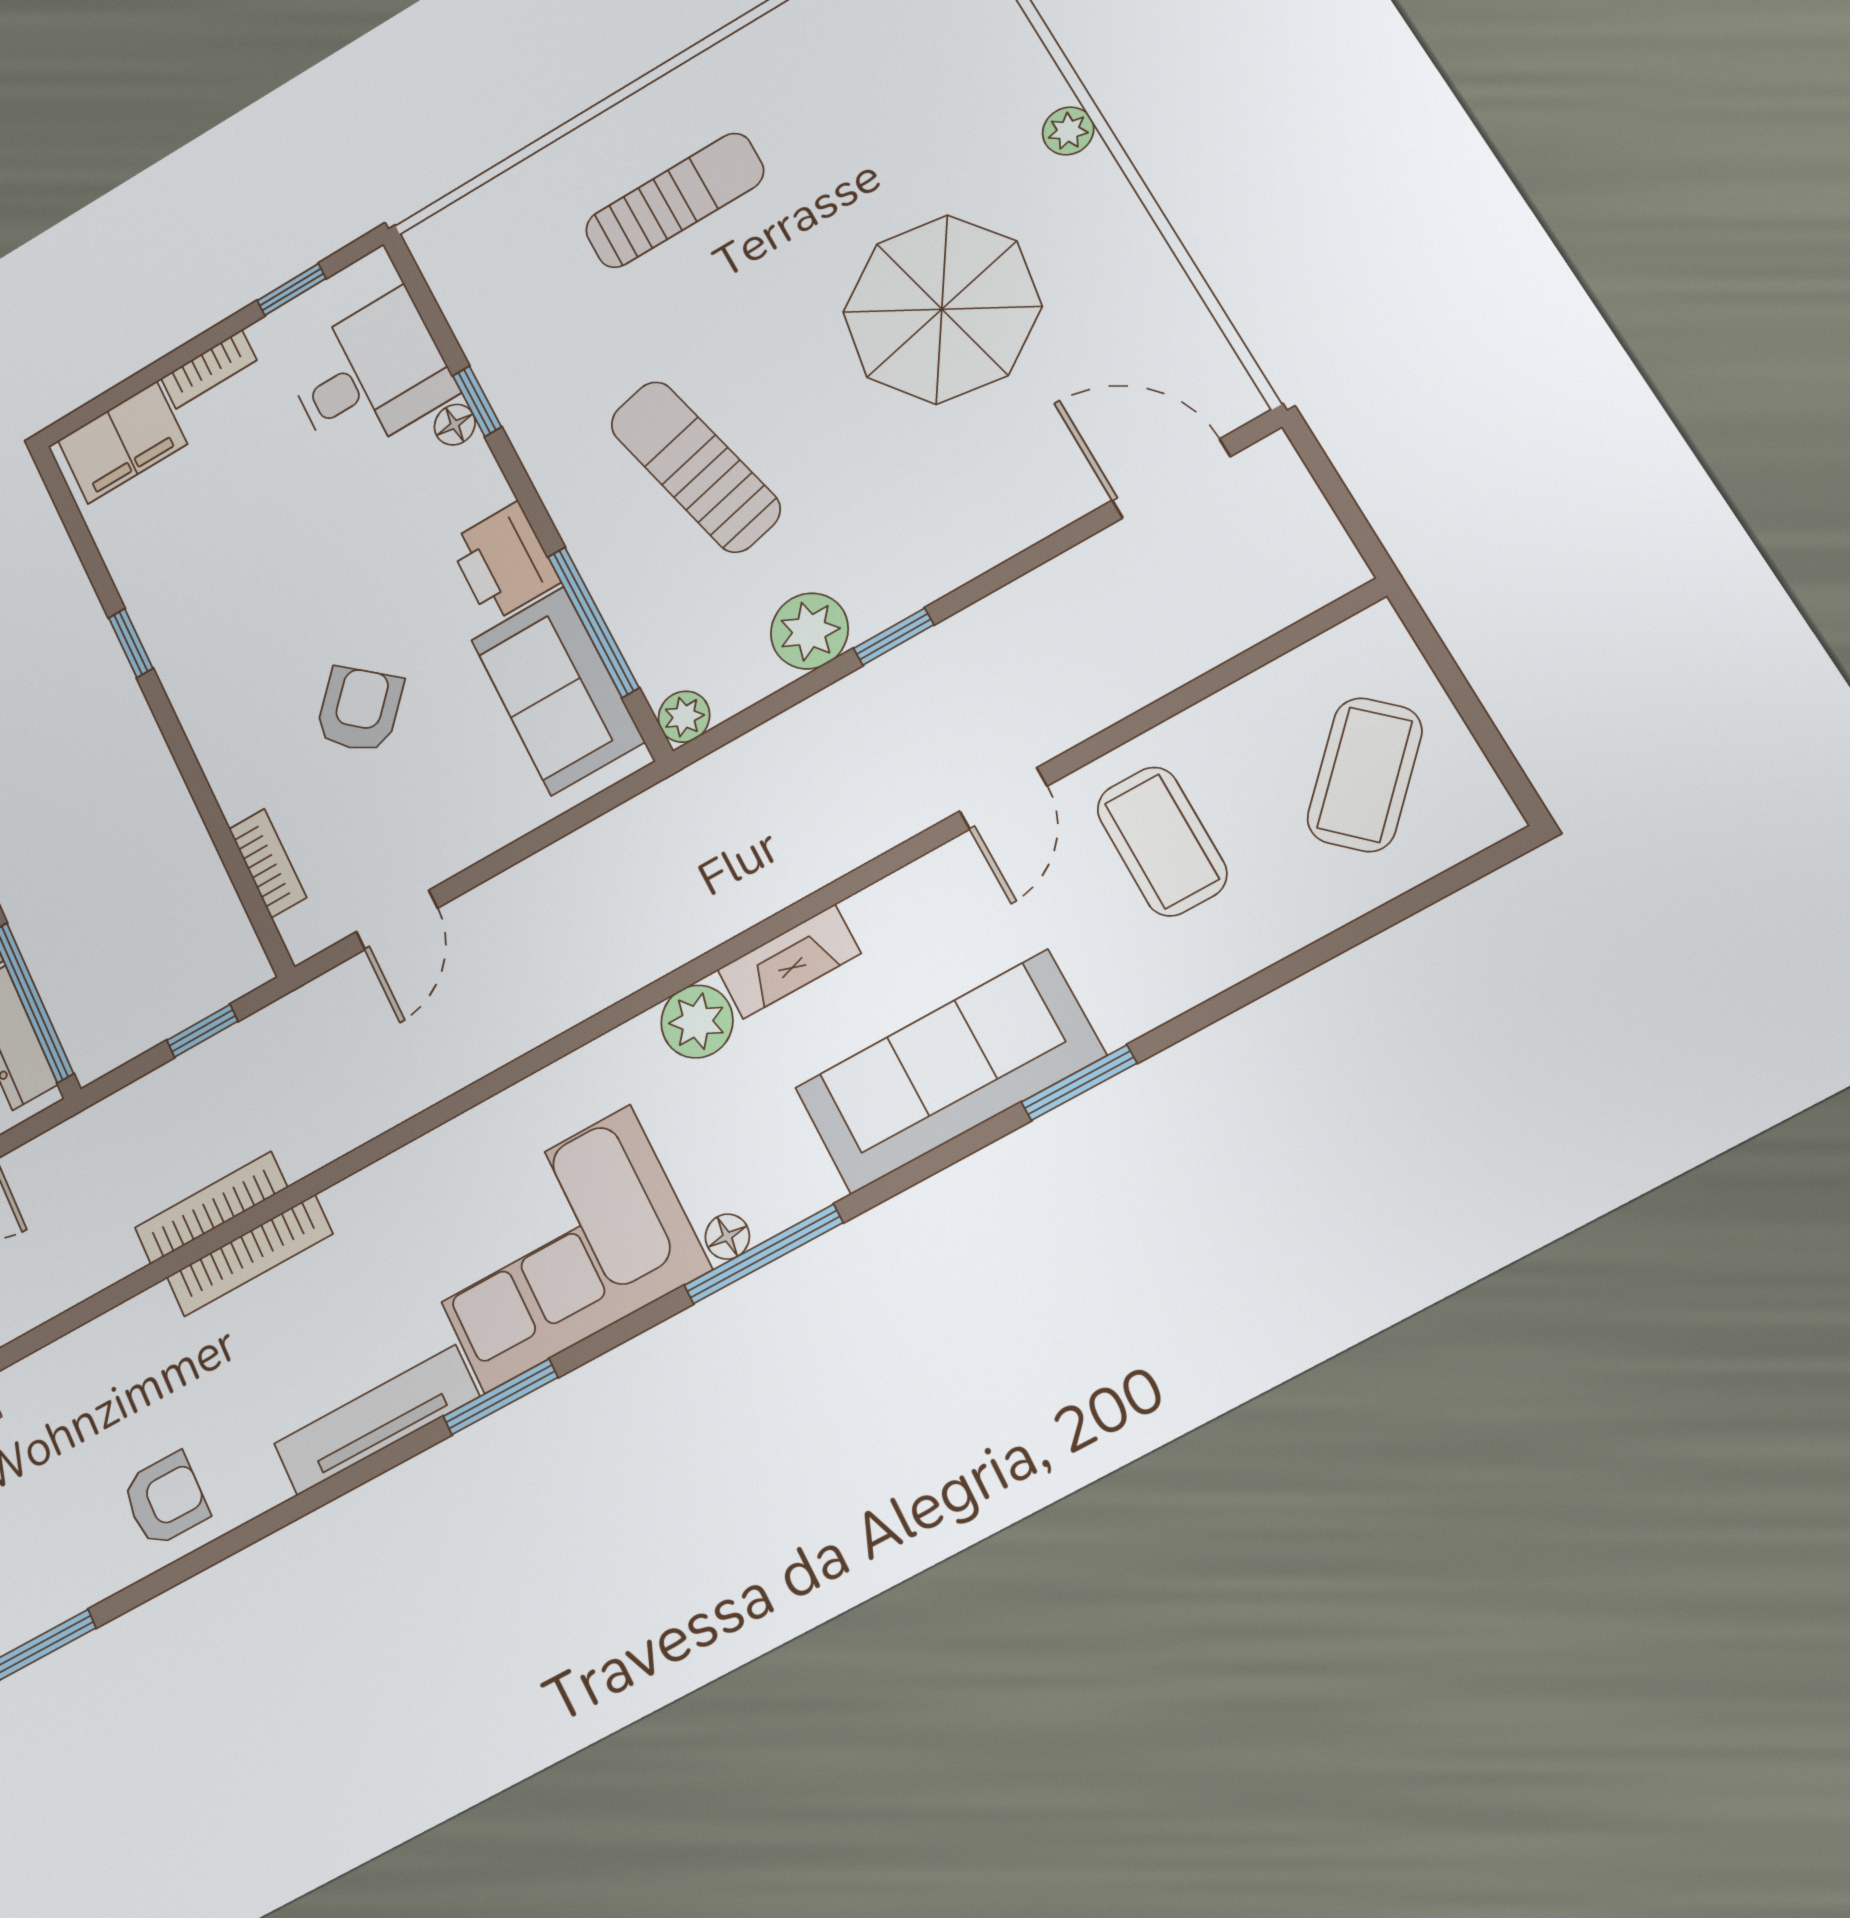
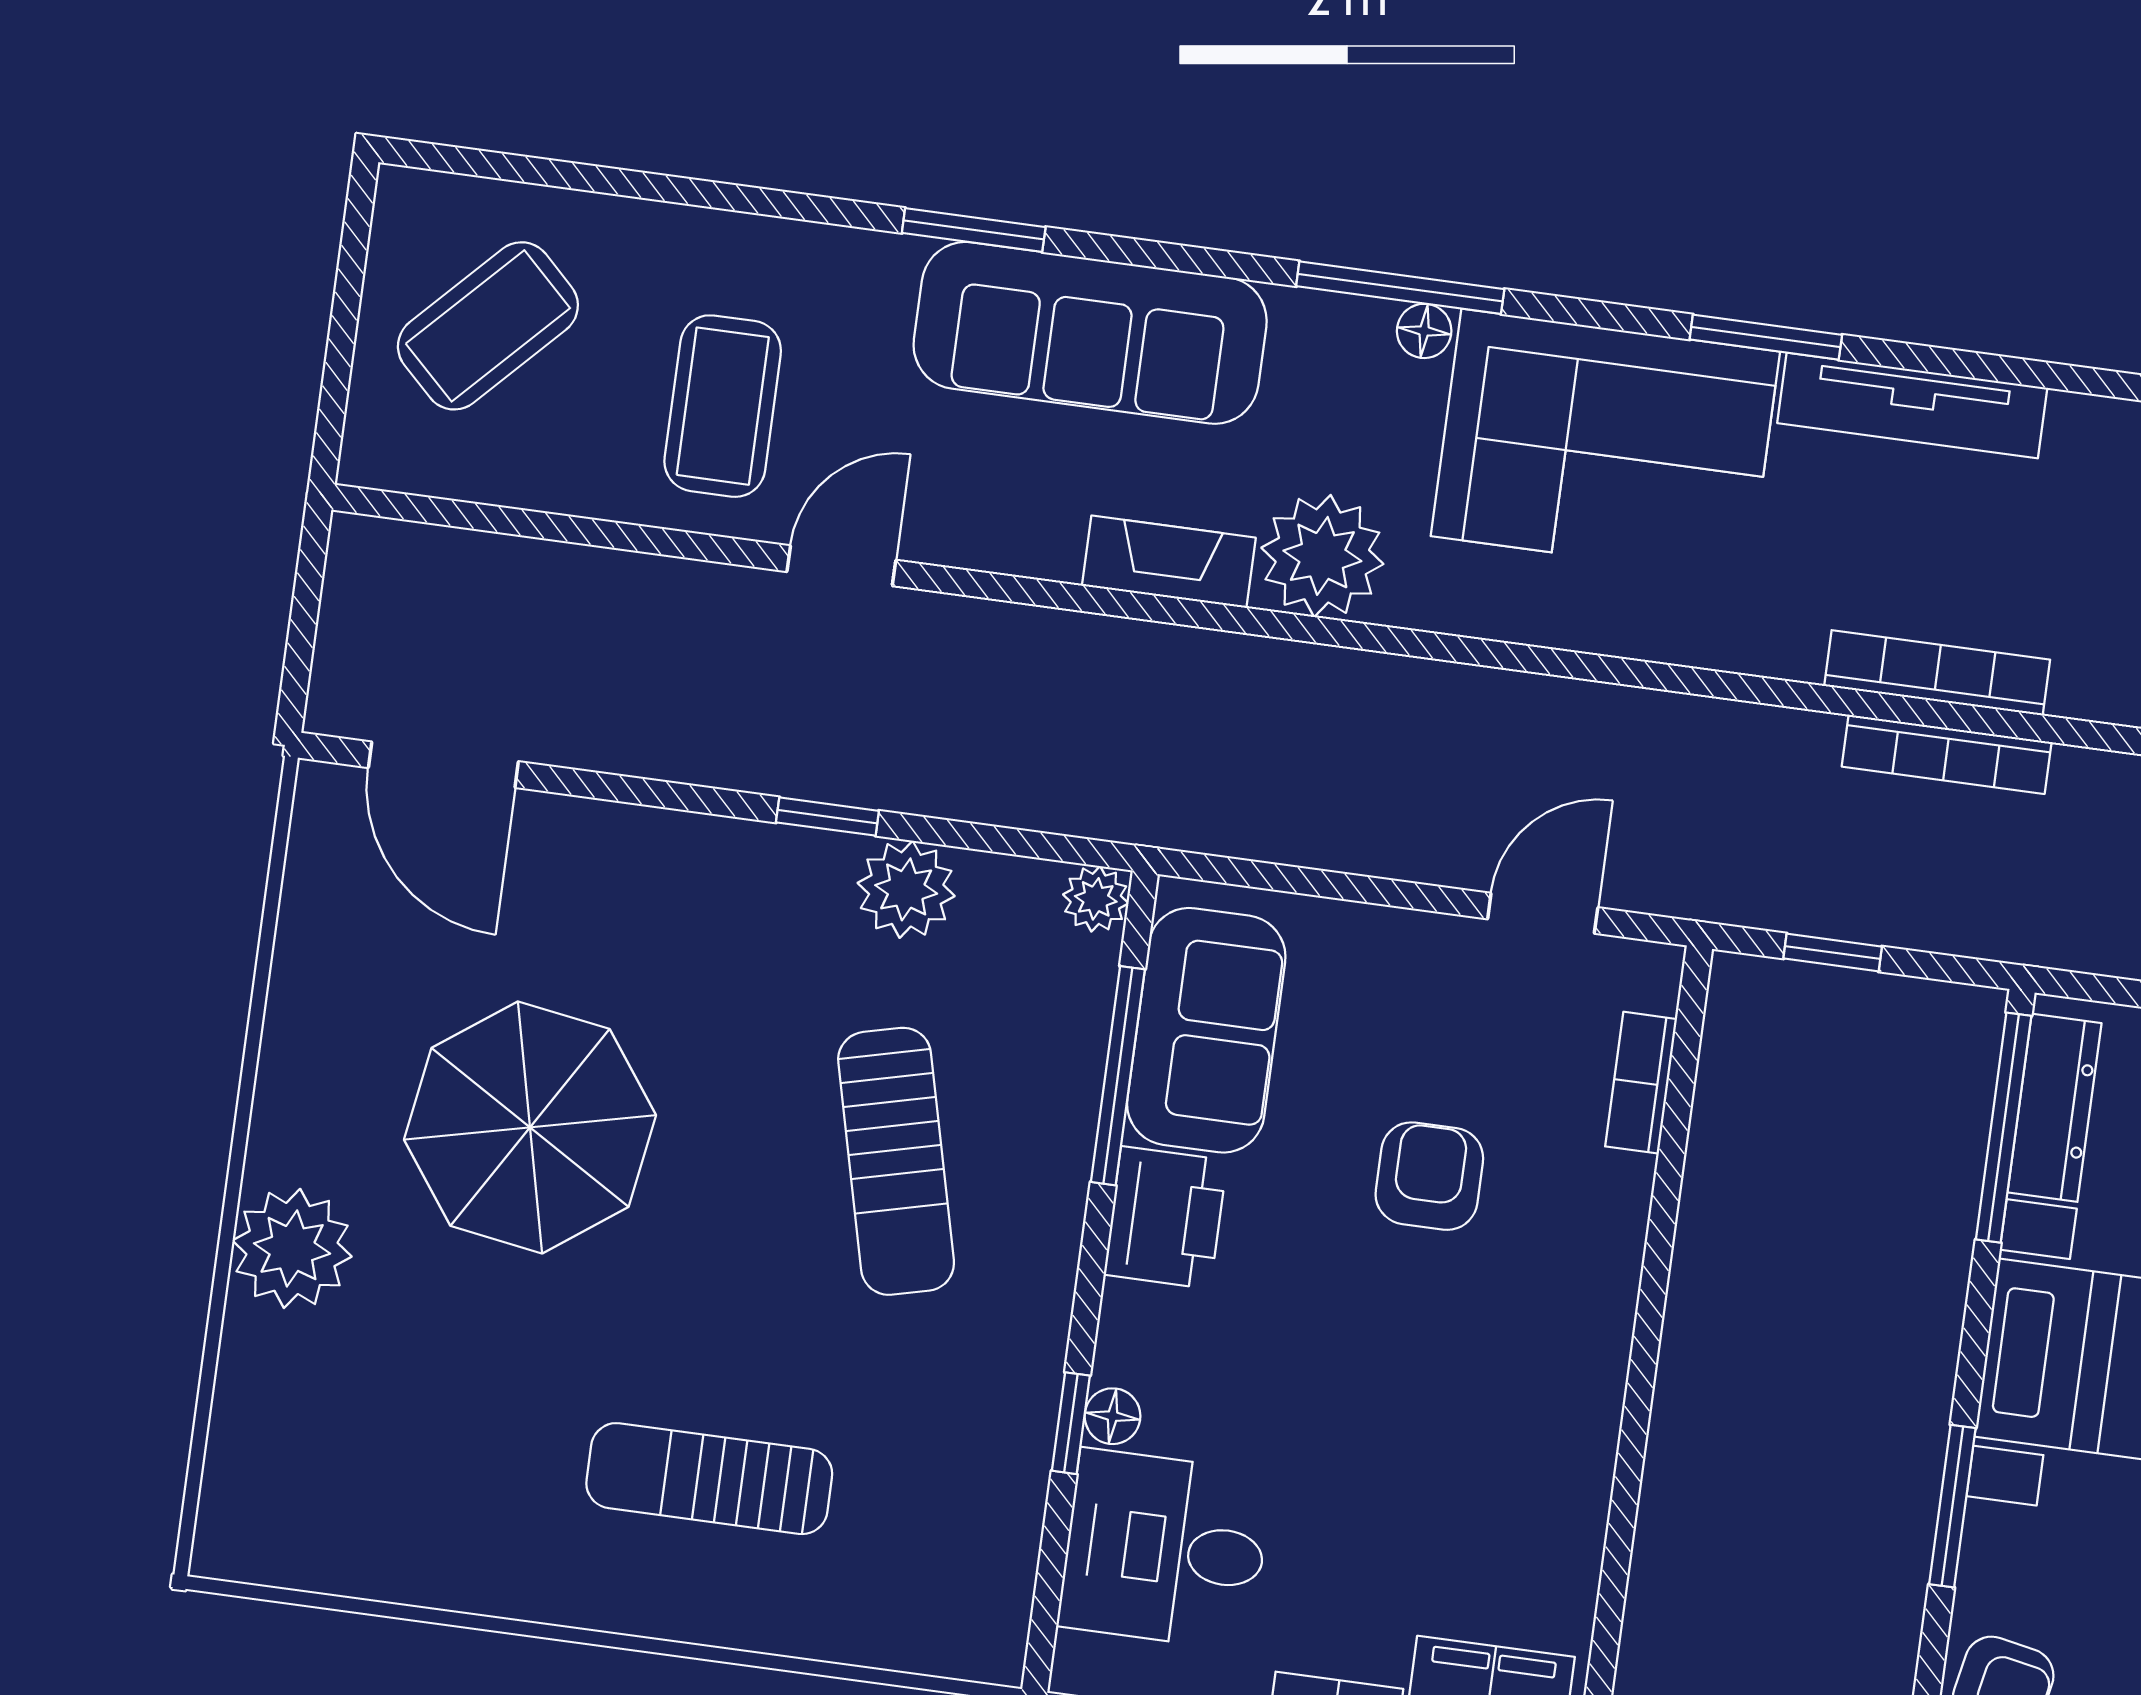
plant: (1068, 131) -> (292, 1248), width x1.87, depth x1.87
window: (131, 643) -> (1631, 1453), removed
armchair: (359, 709) -> (1429, 1176), turned 139
plant: (697, 1022) -> (1322, 556), width x1.36, depth x1.36

